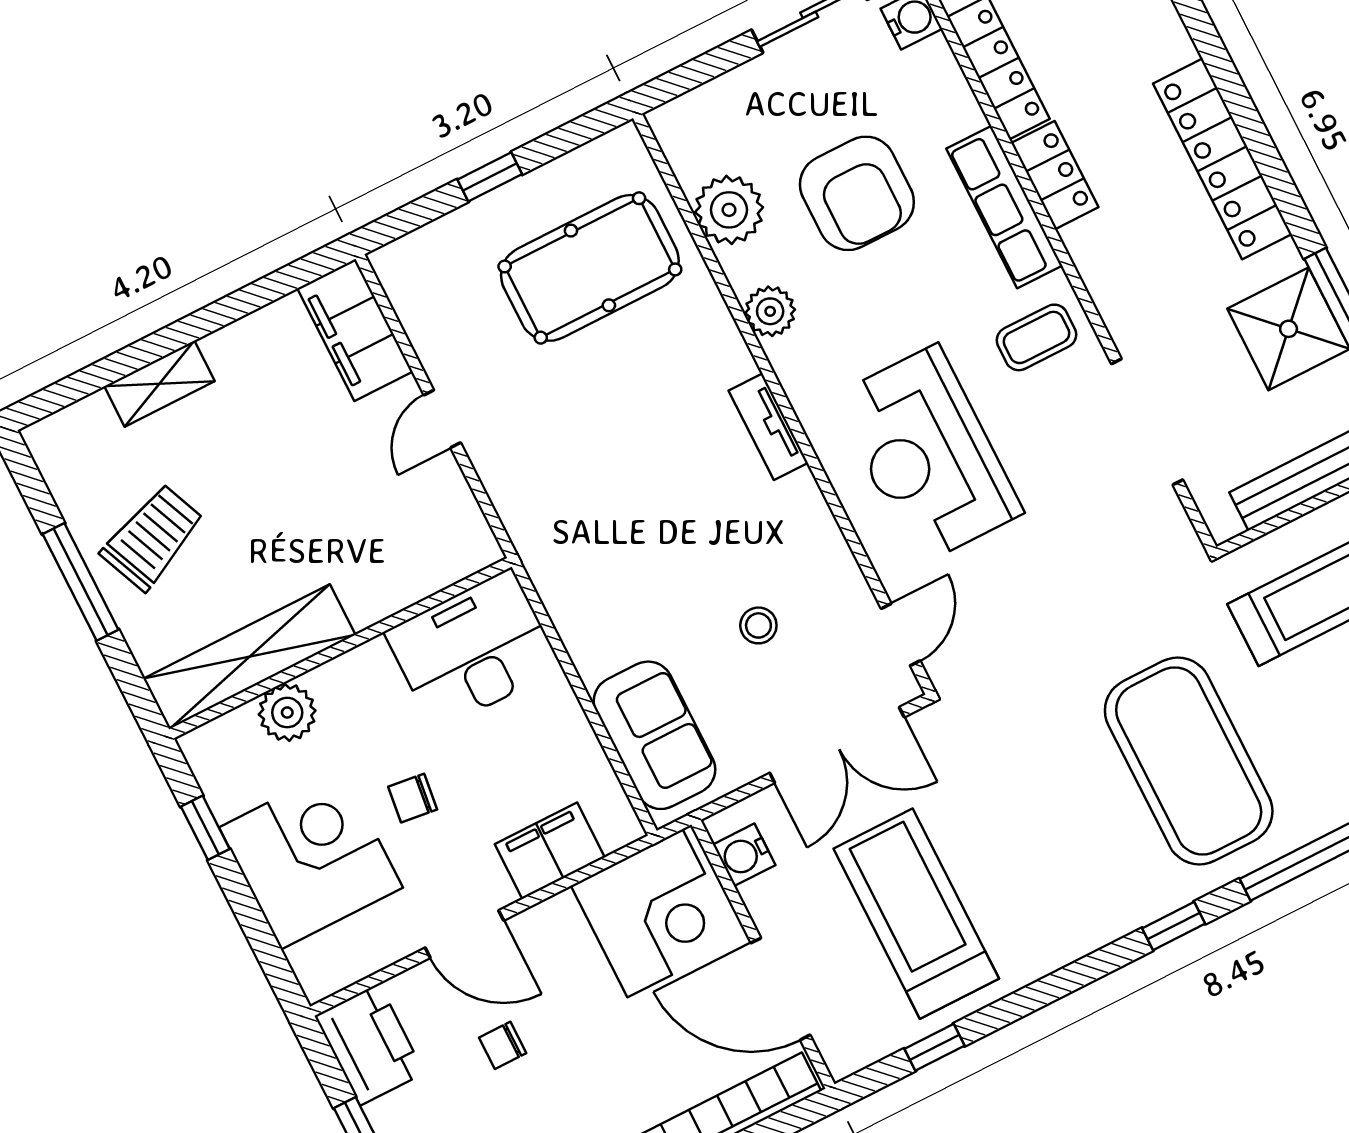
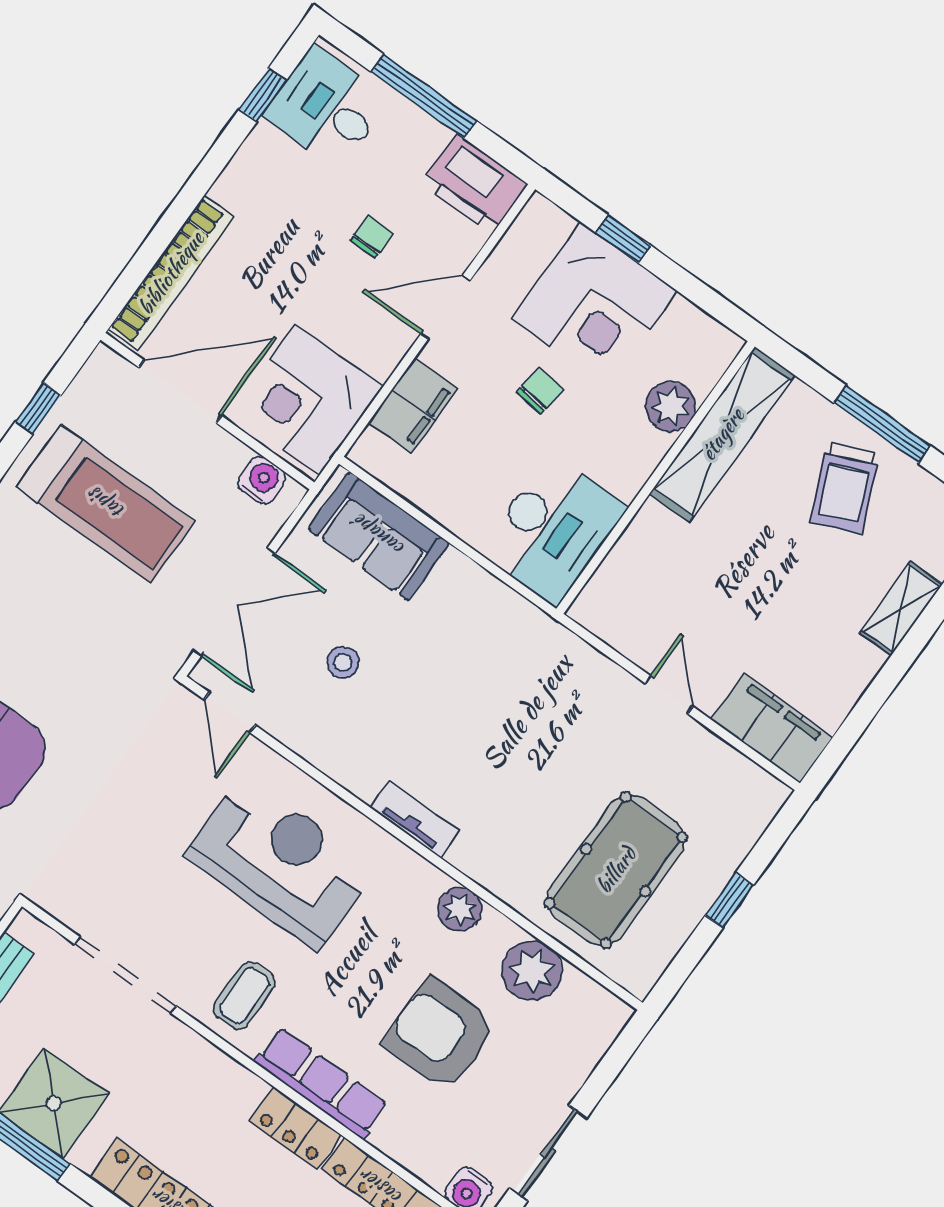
double door: (837, 745) -> (234, 602), swing flipped
window: (205, 828) -> (623, 239), moved

